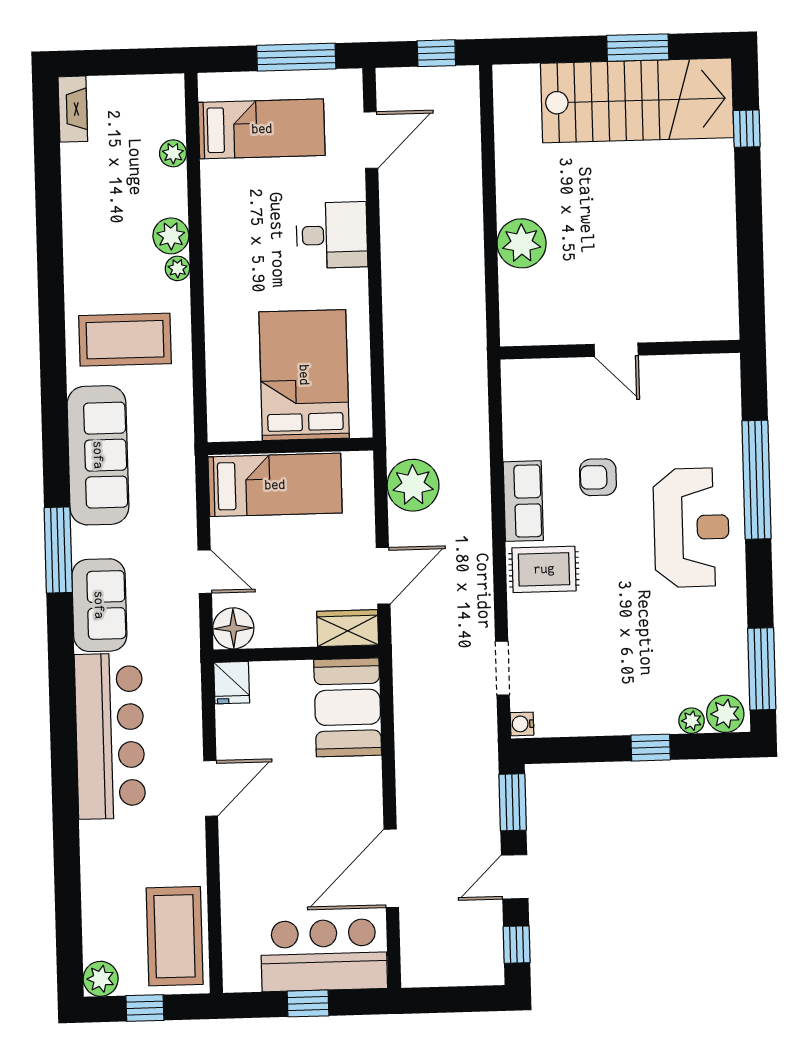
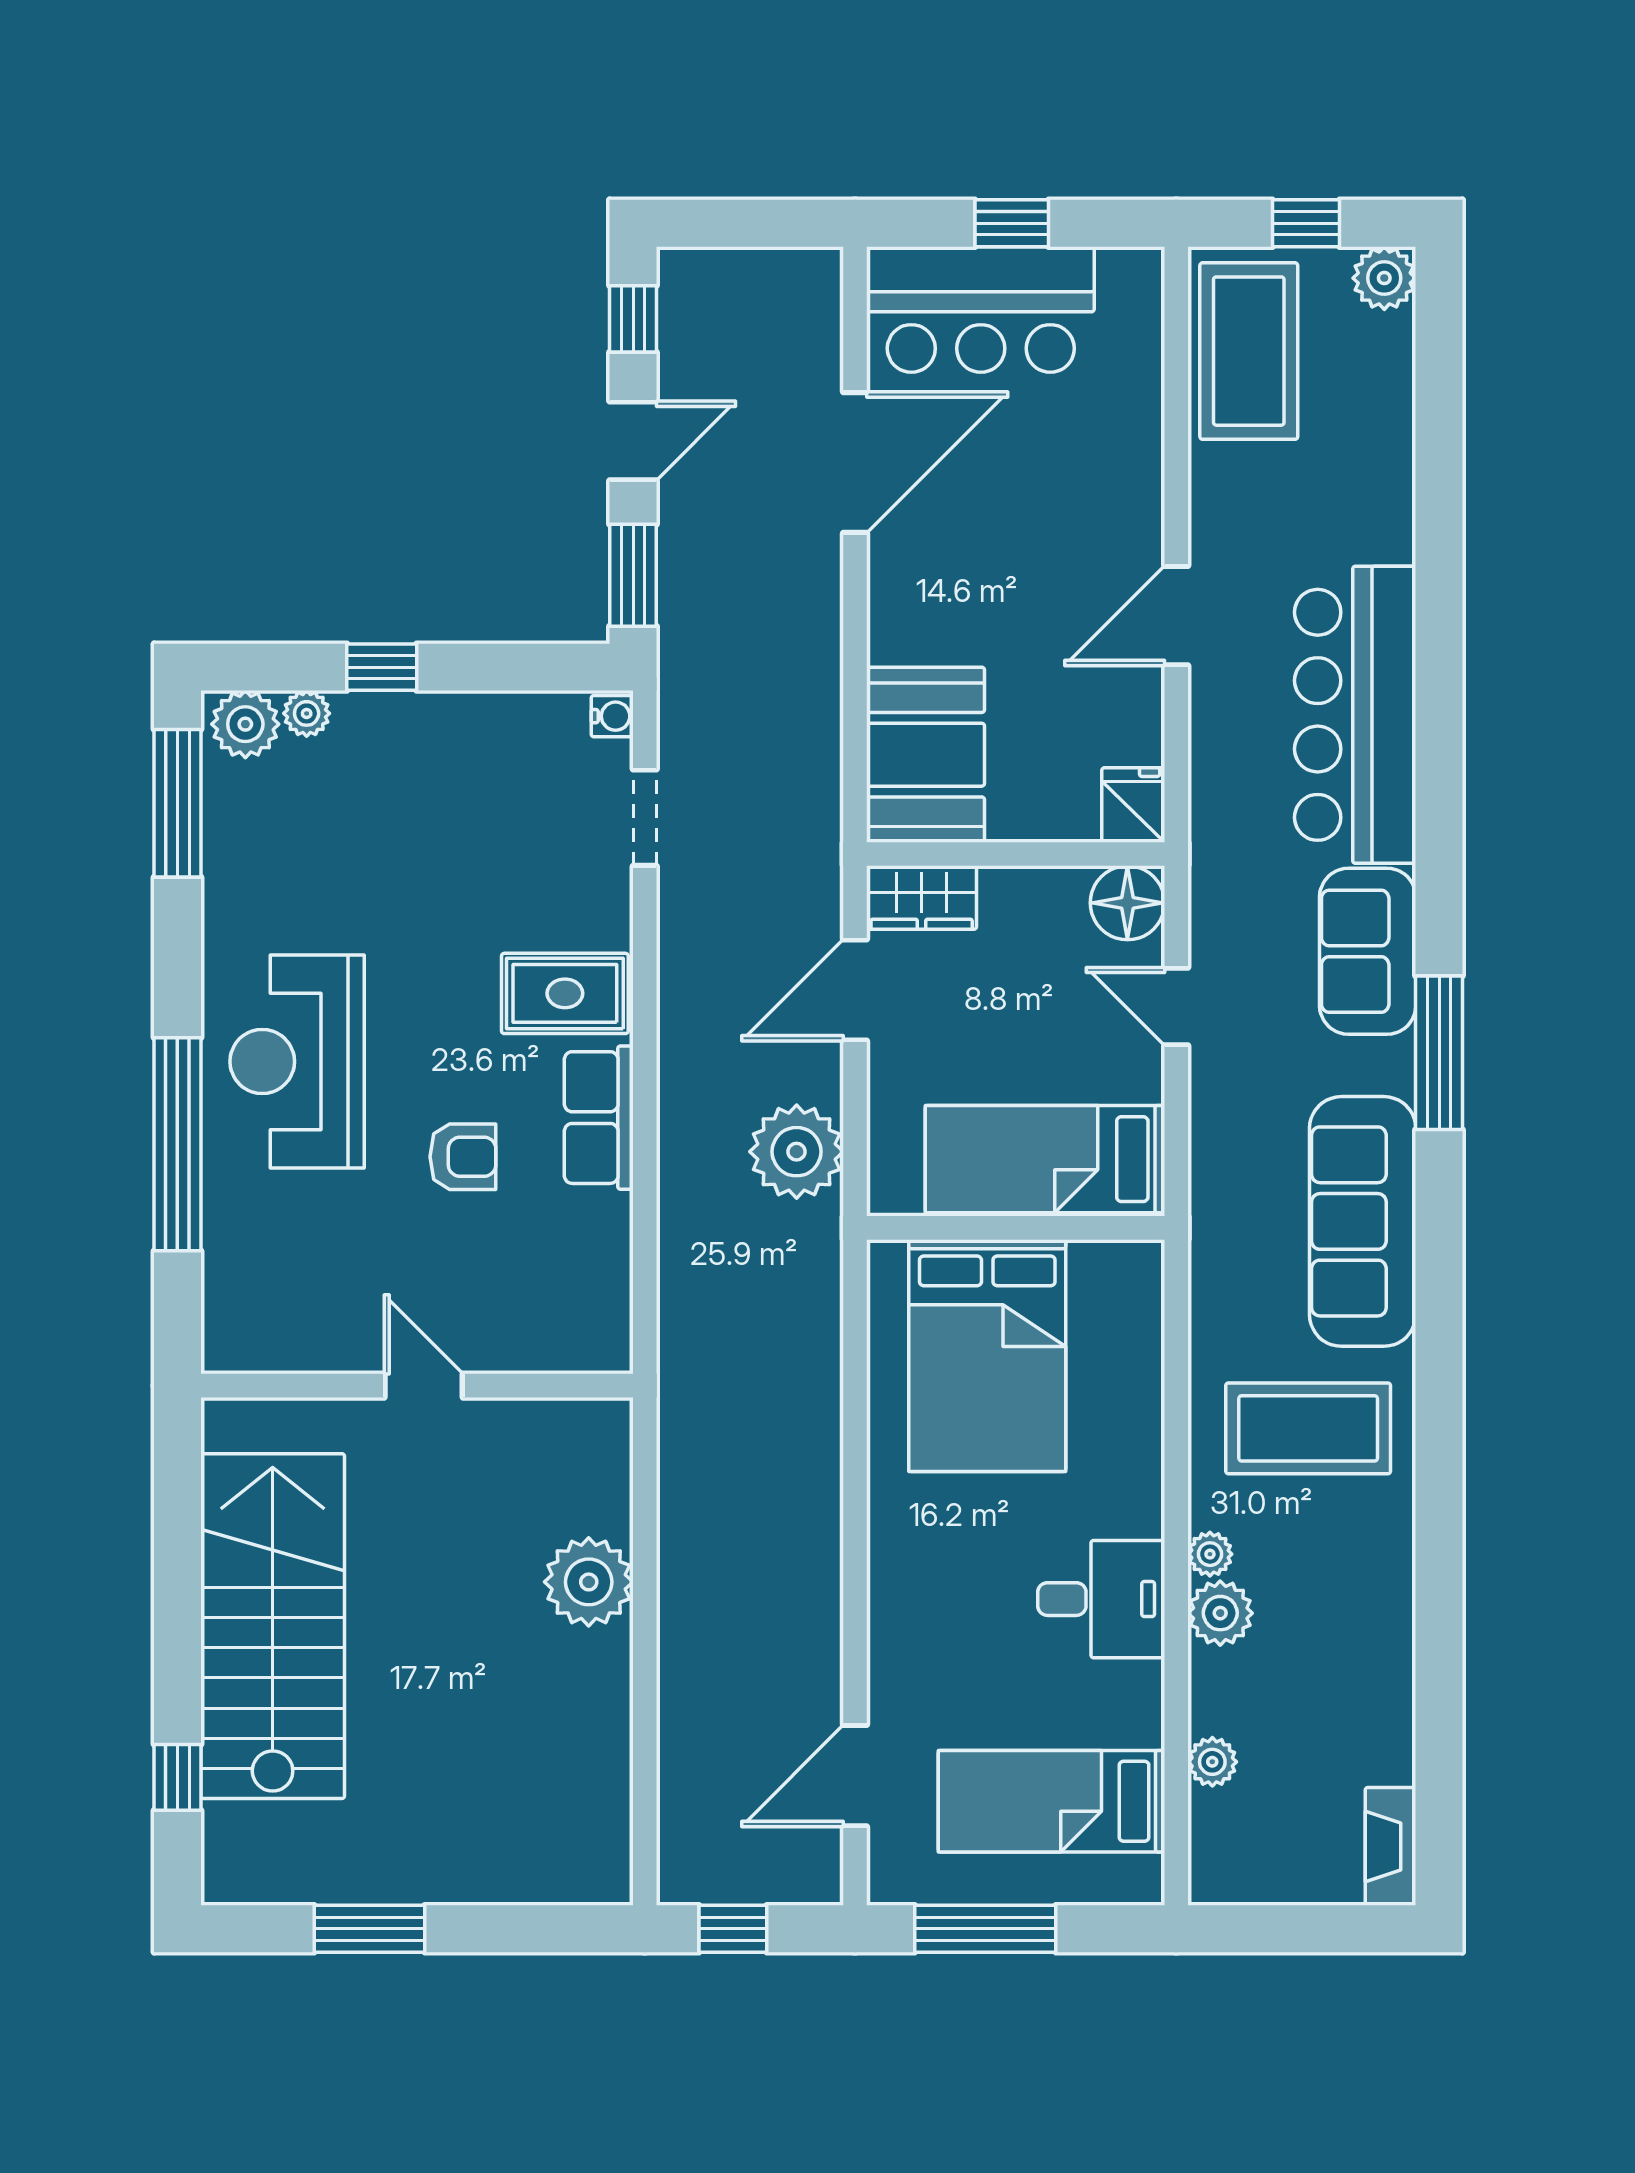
stairs: (637, 100) -> (273, 1626), moved, turned 90
desk: (332, 235) -> (1101, 1599), moved, turned 180

